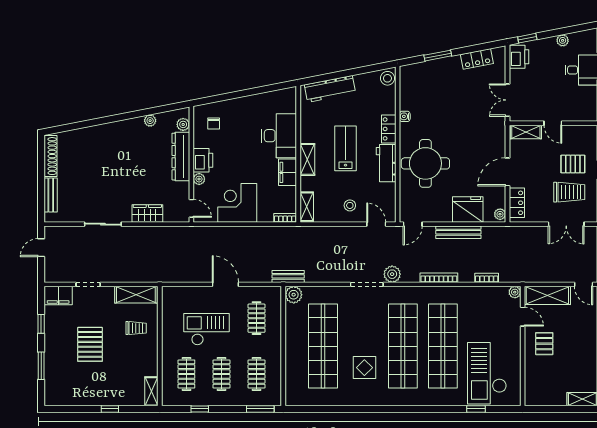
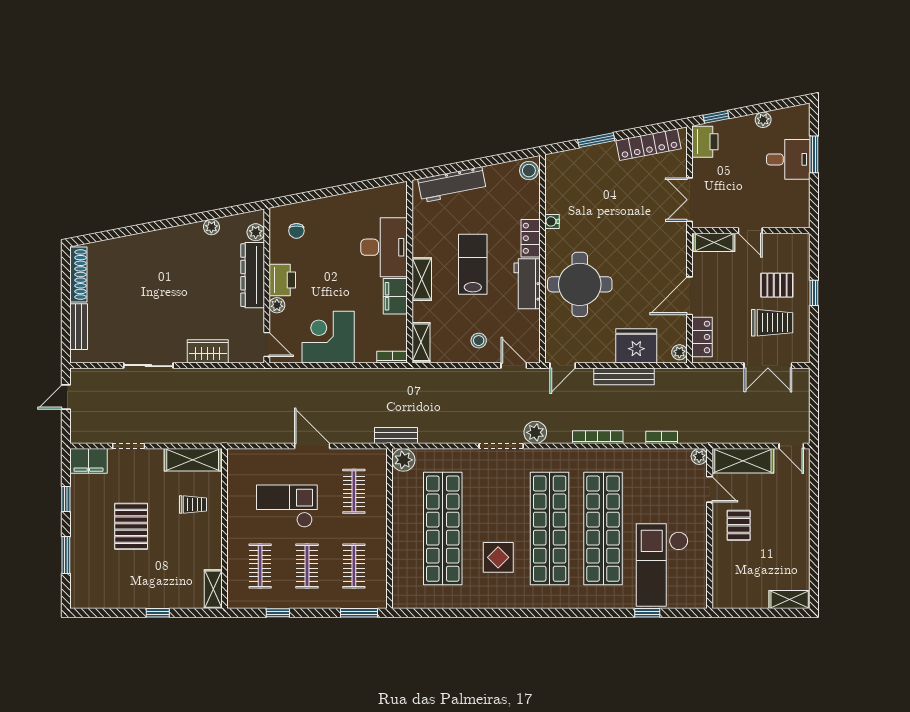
locker: (477, 59) -> (648, 145), width x1.53

